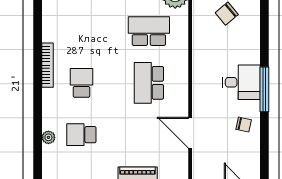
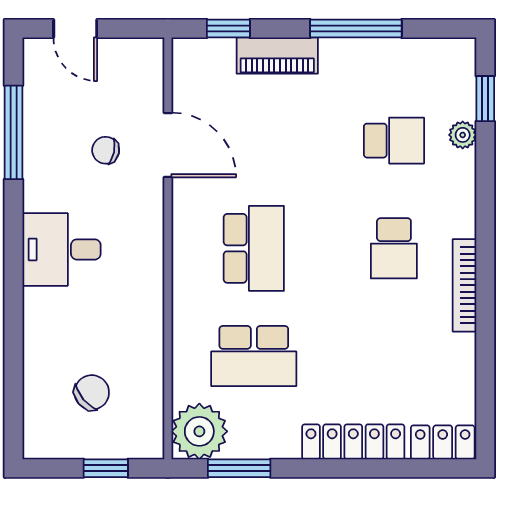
window: (264, 89) -> (14, 132), moved
chair: (244, 125) -> (106, 150), moved
window: (38, 155) -> (485, 99), added

